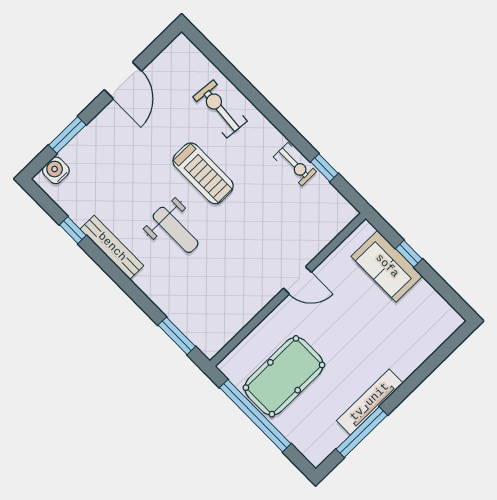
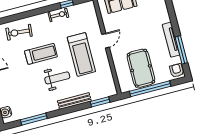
window: (73, 230) -> (34, 119), width x2.17
bench: (112, 247) -> (74, 101), moved
treadmill: (246, 250) -> (81, 54), added
armchair: (318, 446) -> (177, 70), added

